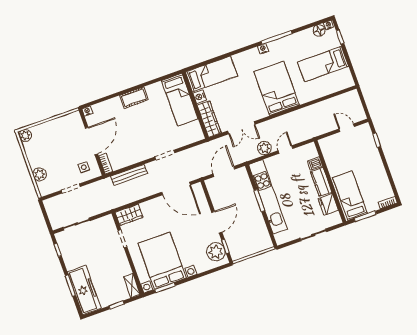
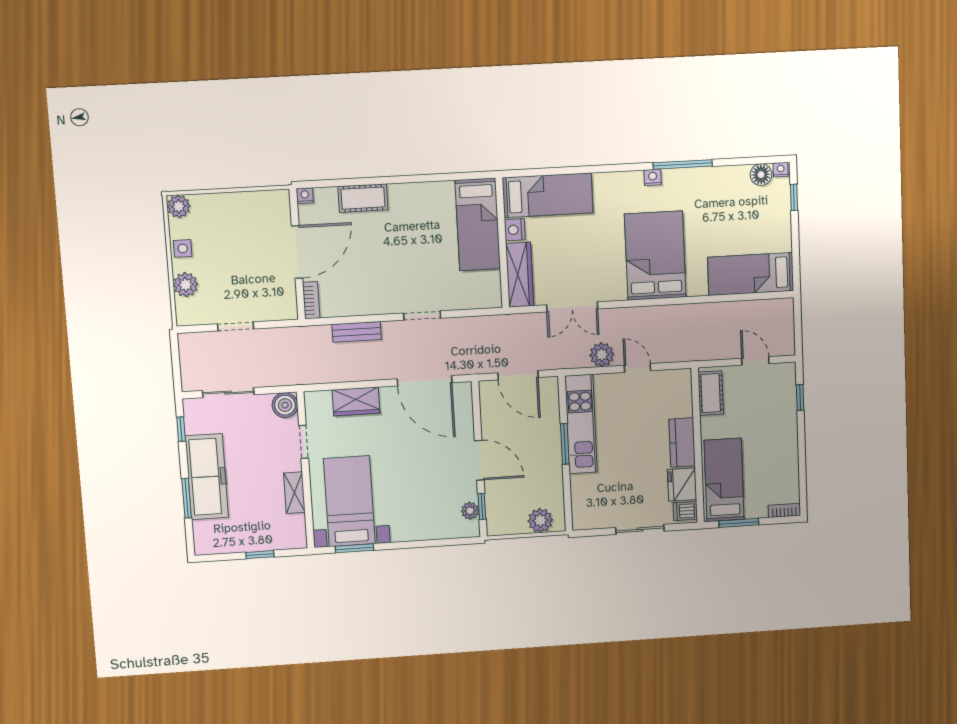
bed: (323, 64) -> (751, 274), moved
cot: (134, 98) -> (363, 198), moved
door: (285, 150) -> (637, 368), hinge flipped
cot: (328, 152) -> (711, 393), added
dishwasher: (315, 164) -> (685, 511), moved
side table: (84, 167) -> (183, 248), moved
door: (224, 172) -> (518, 375), swing flipped
bench: (129, 175) -> (357, 332), width x0.73
kitchen unit: (268, 197) -> (581, 424), width x0.73
wardrobe: (129, 215) -> (356, 401), moved
boiler: (107, 222) -> (285, 405), added
door: (217, 222) -> (479, 460), hinge flipped
plant: (259, 245) -> (540, 520), added
plant: (216, 252) -> (470, 511), width x0.53, depth x0.53
bed with nightstands: (162, 261) -> (349, 501), width x0.73
shelving: (132, 286) -> (294, 493), moved
freezer: (84, 290) -> (207, 477), moved

